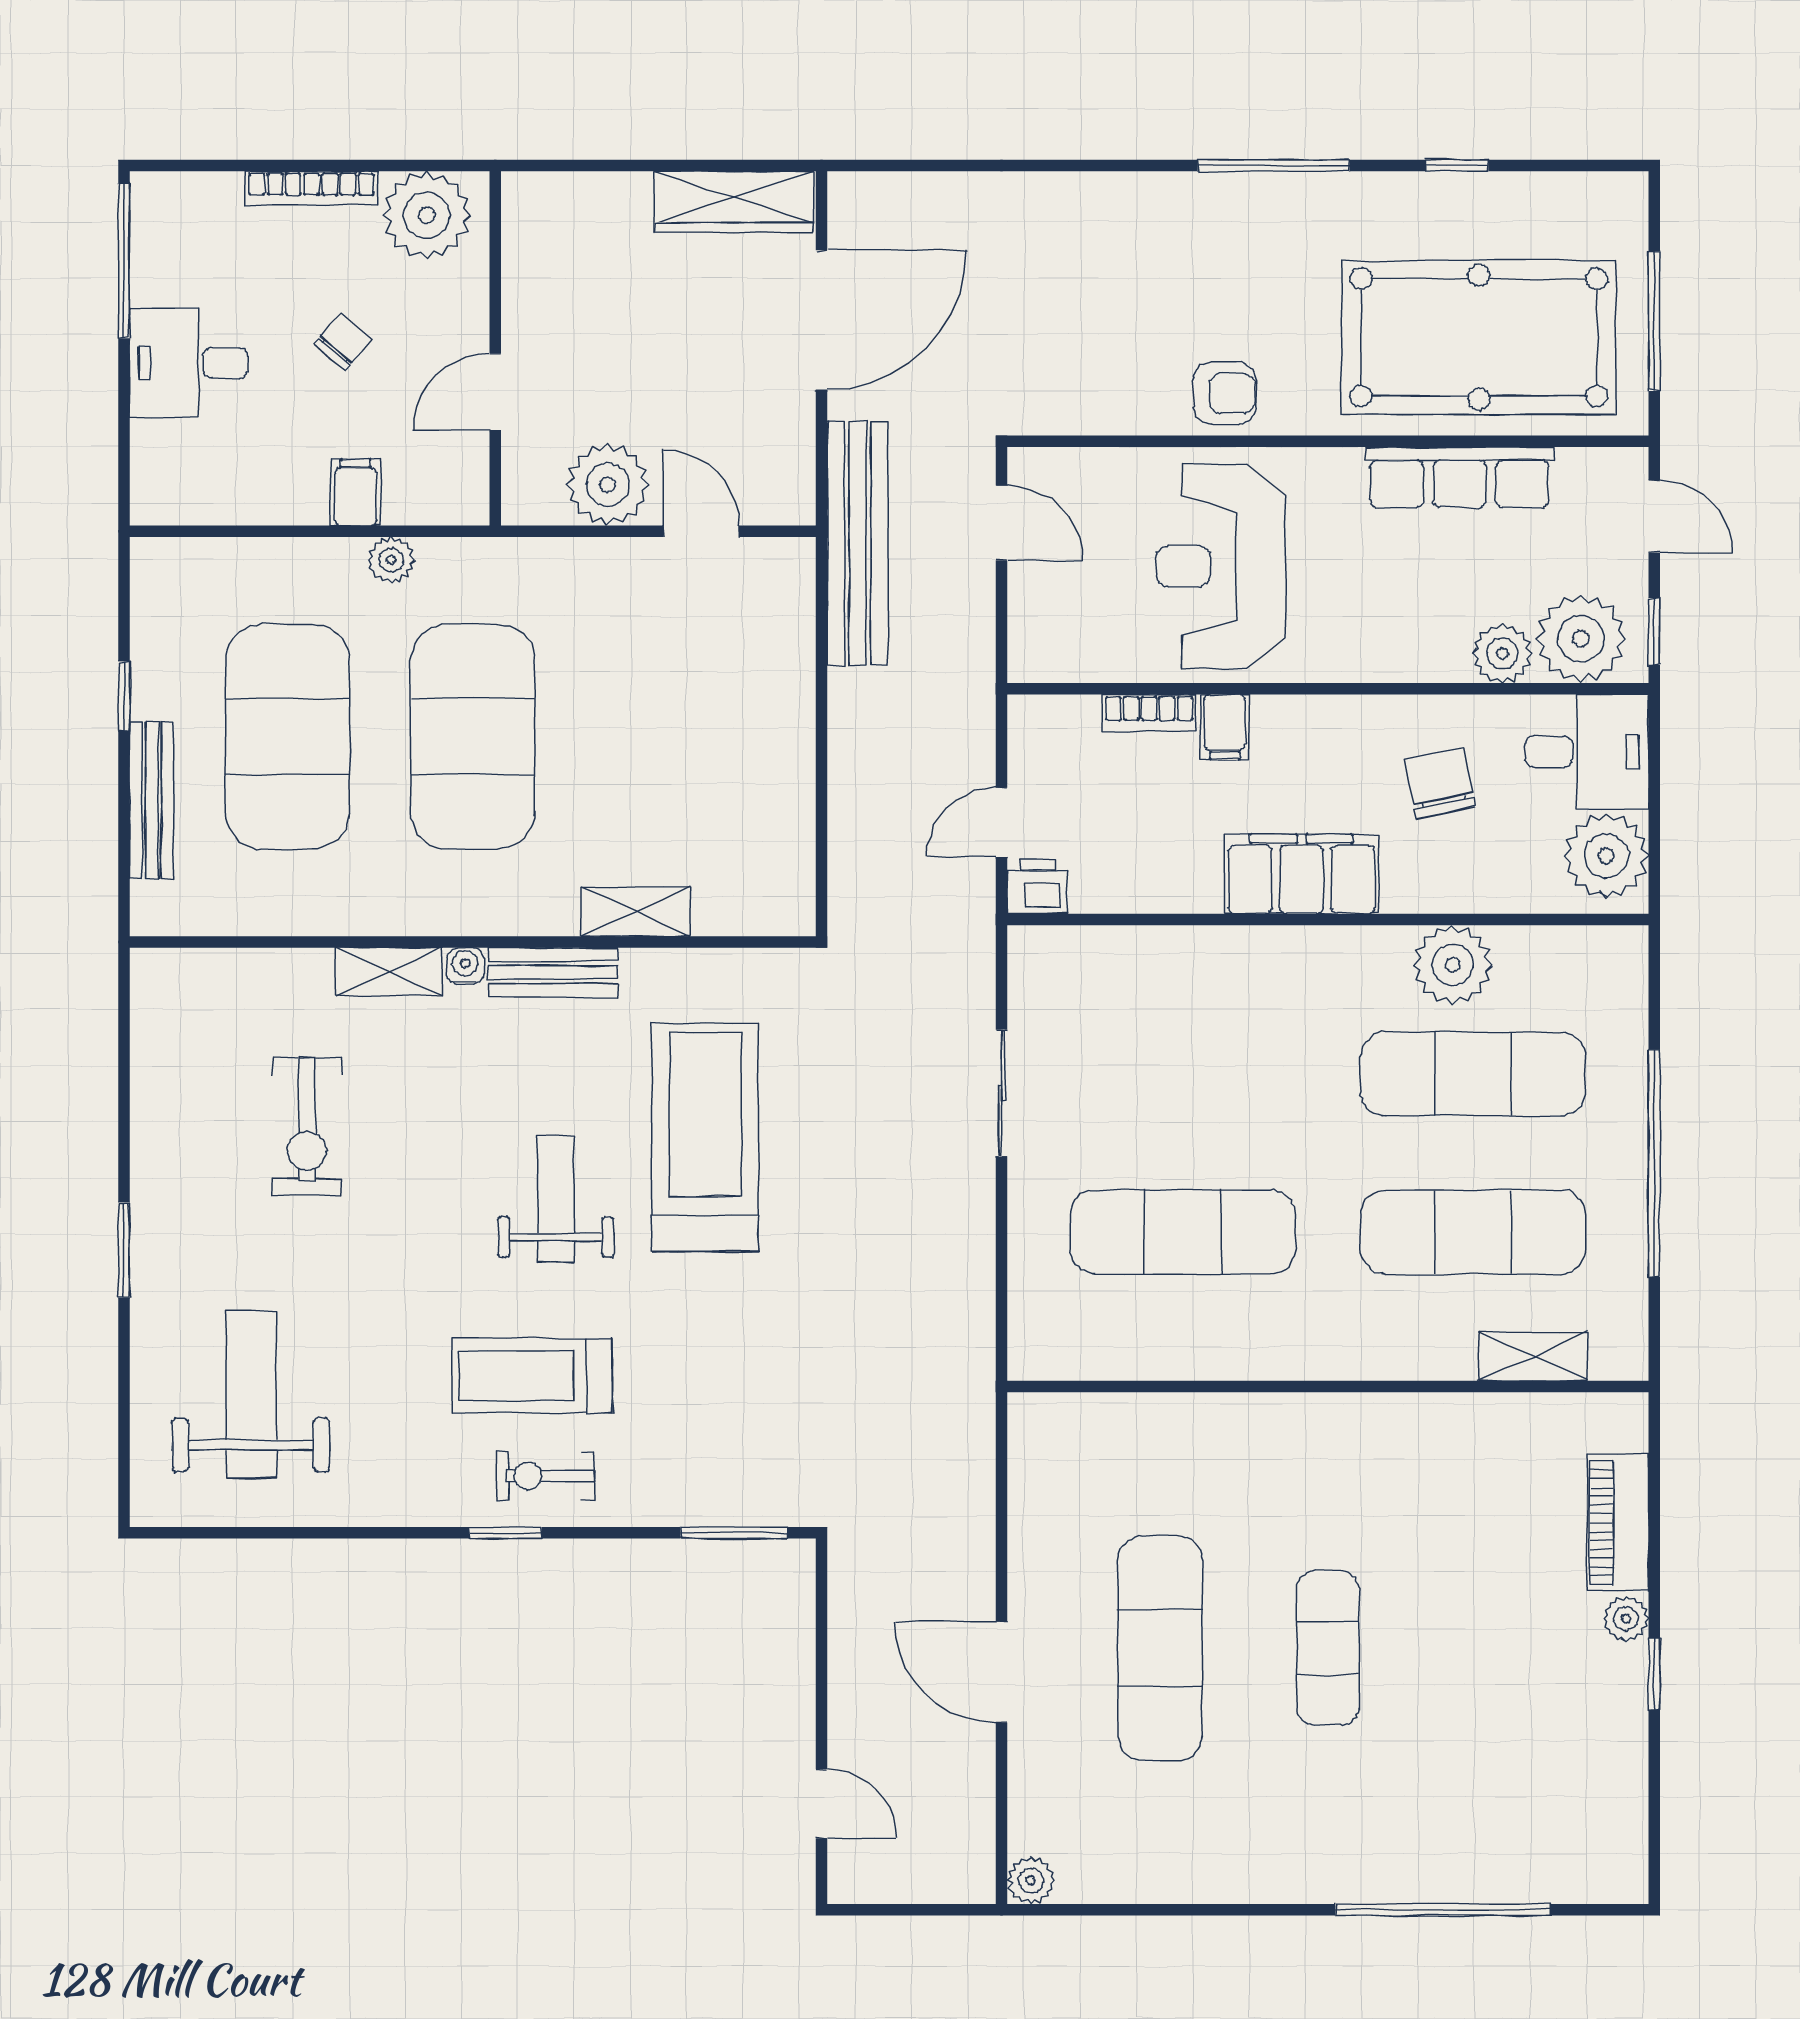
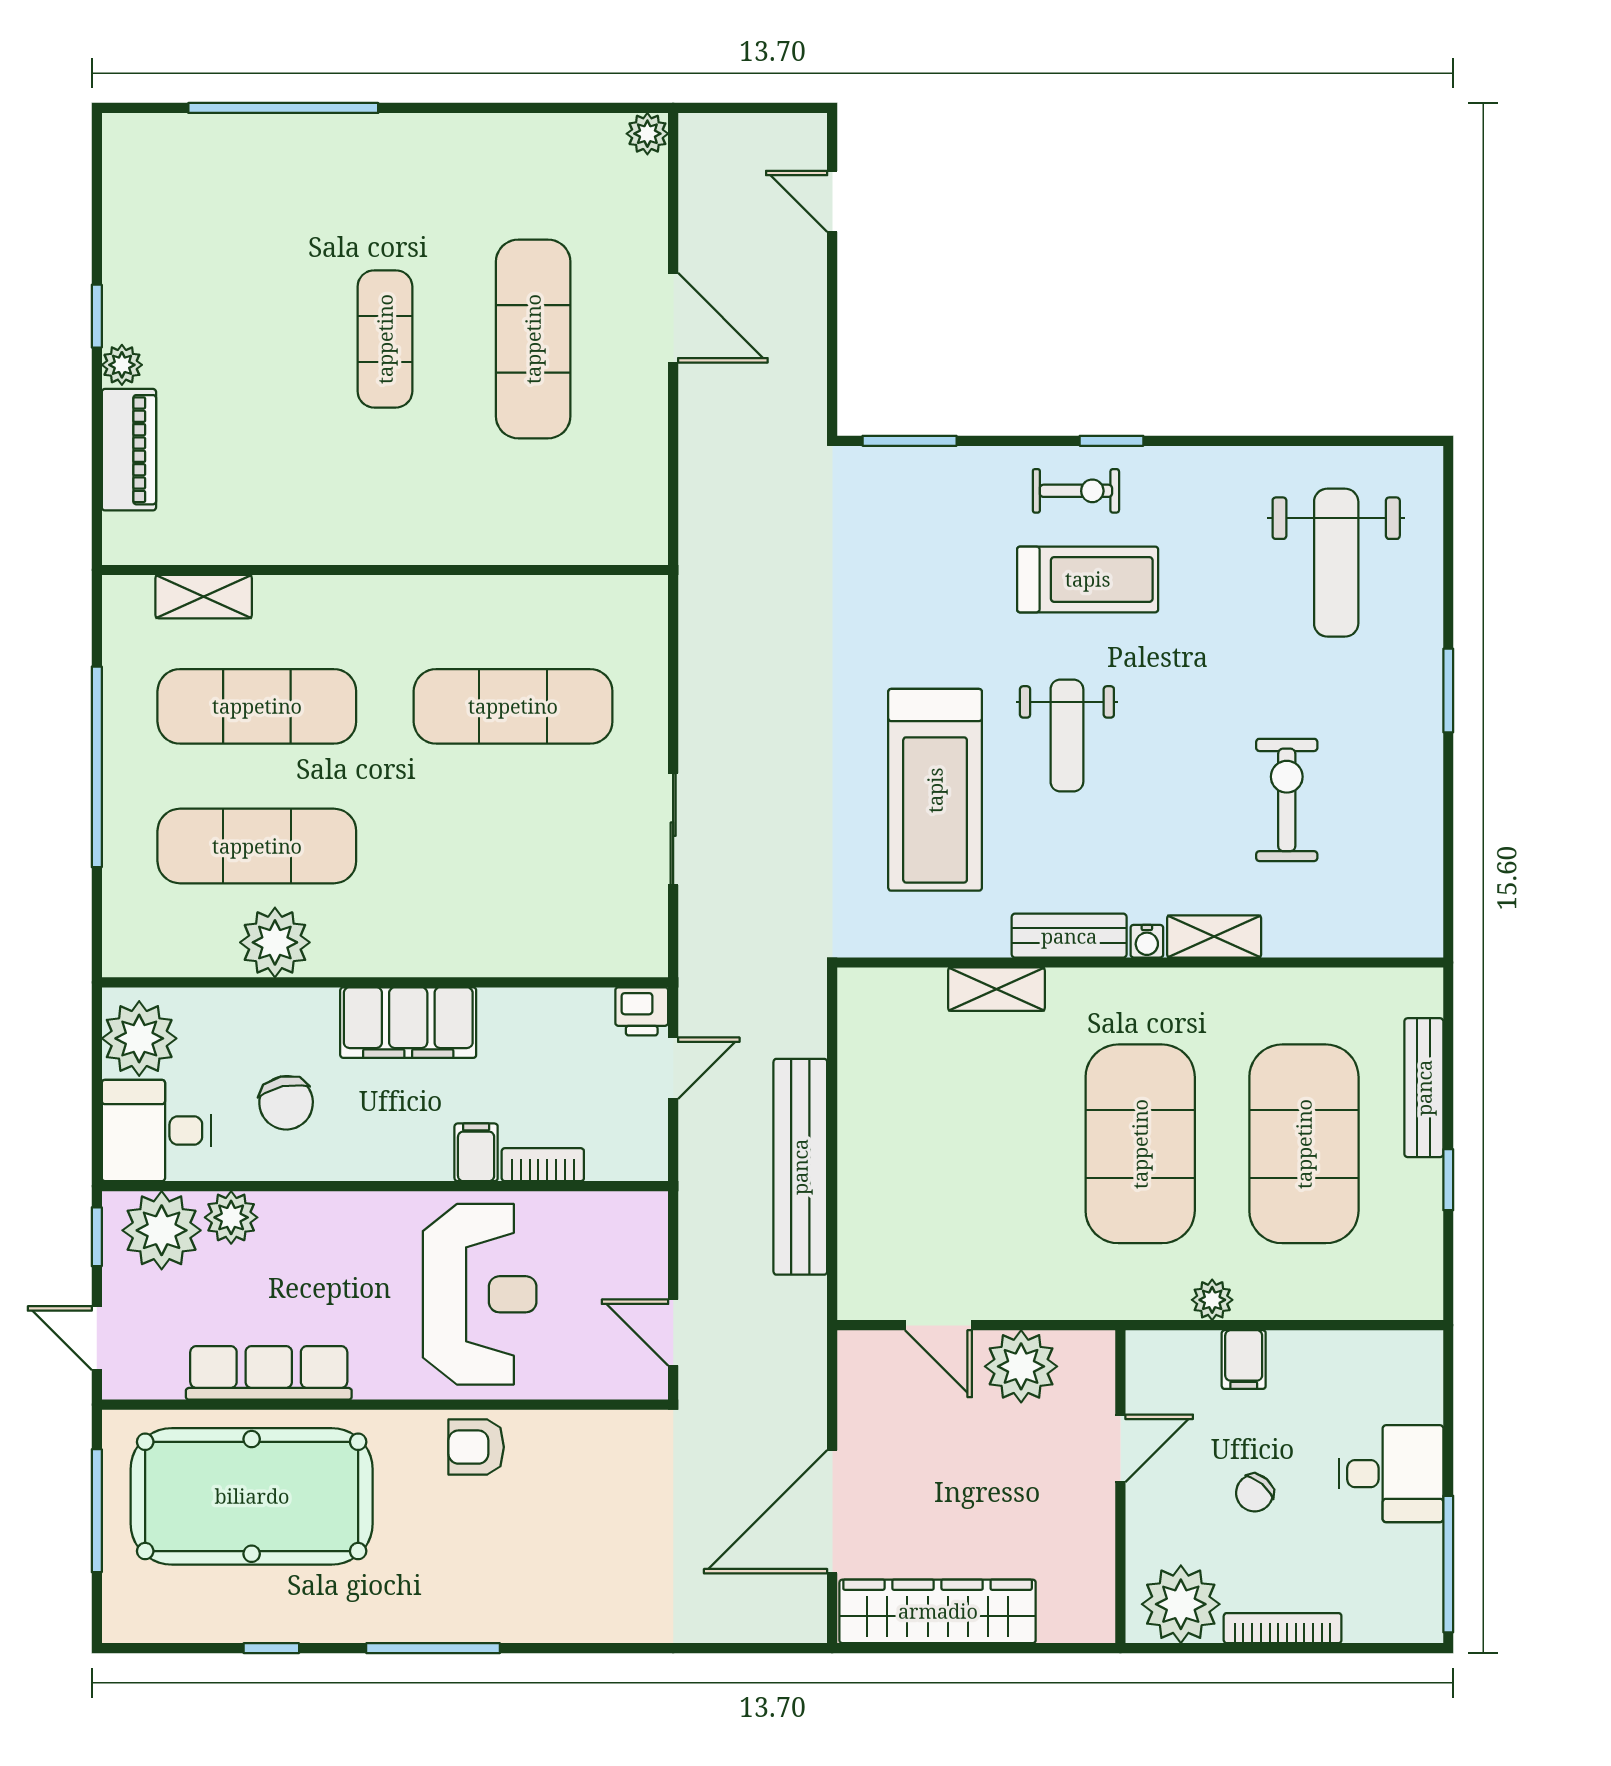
wardrobe: (734, 202) -> (938, 1611), width x1.40, depth x1.17
bench: (858, 543) -> (800, 1167), moved

